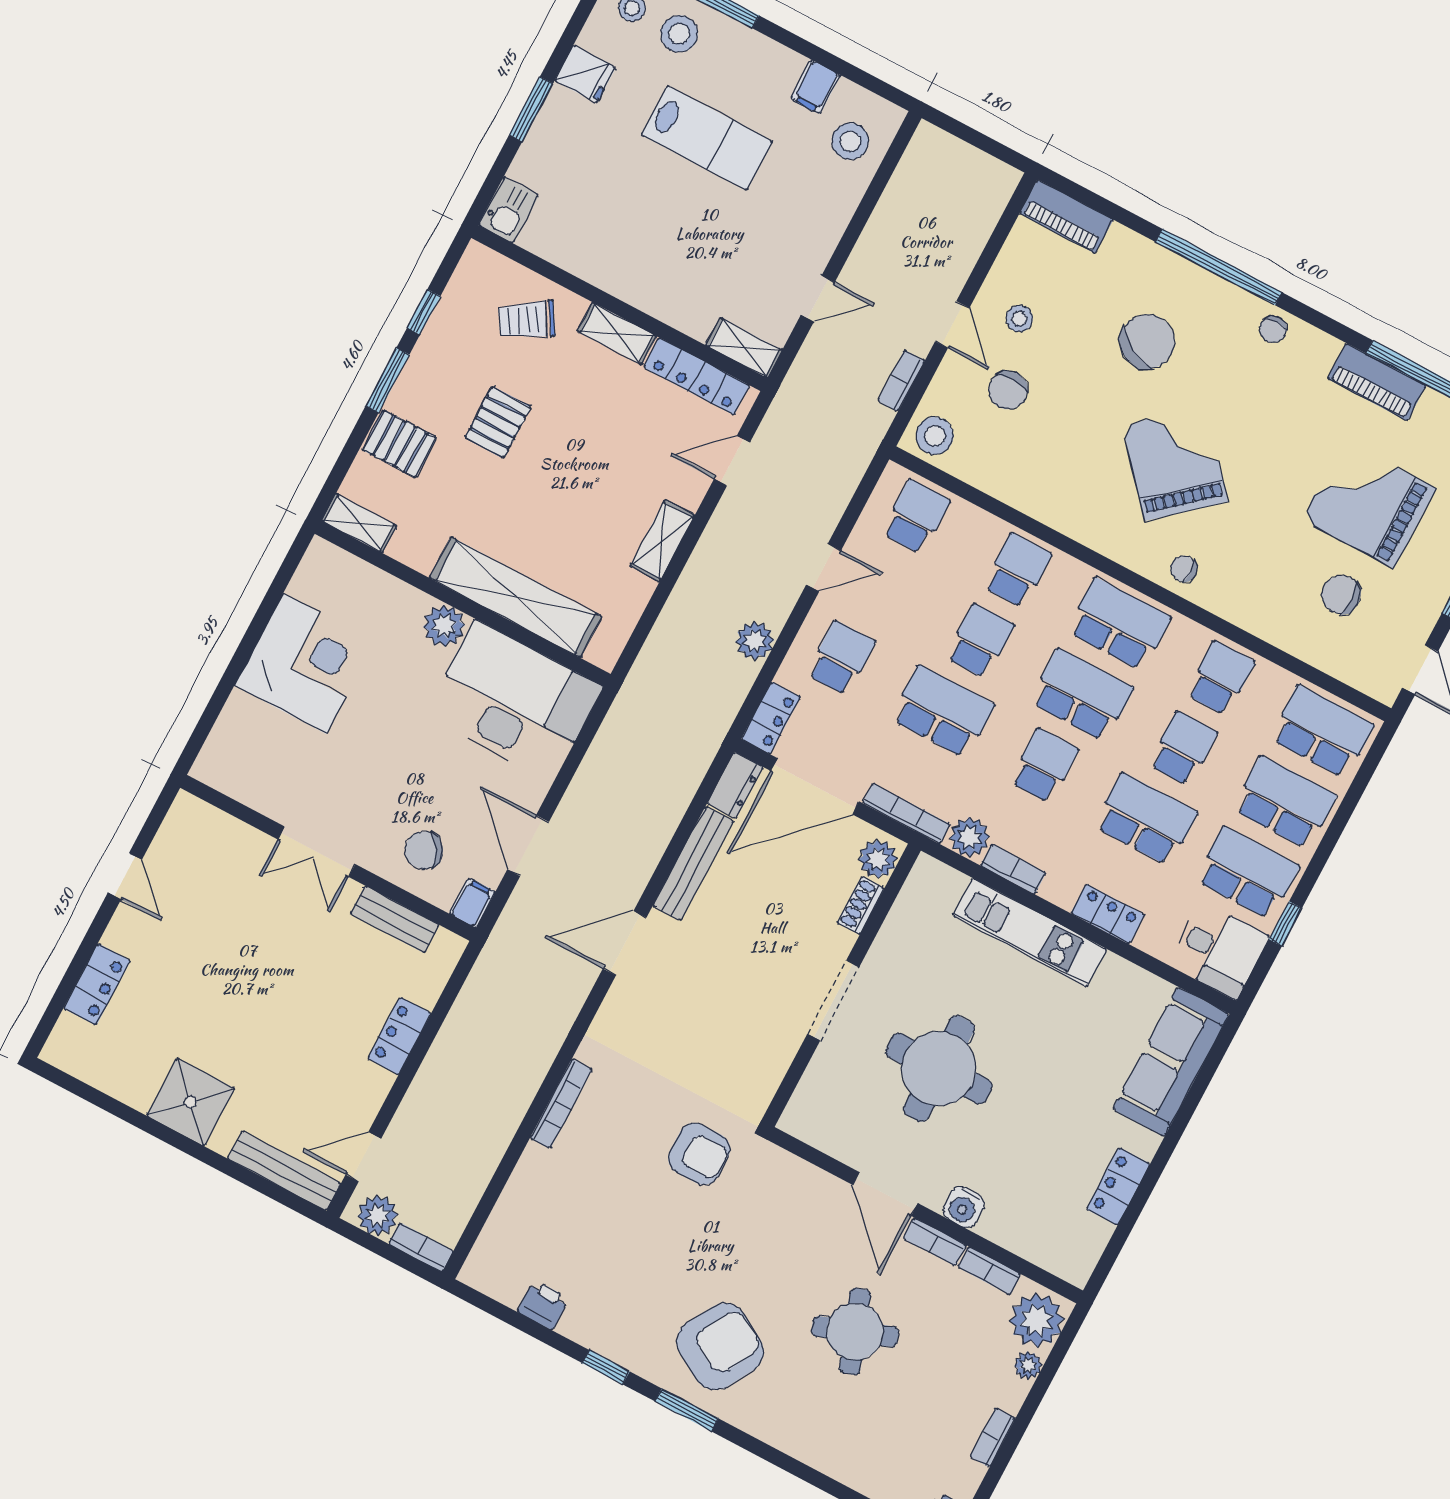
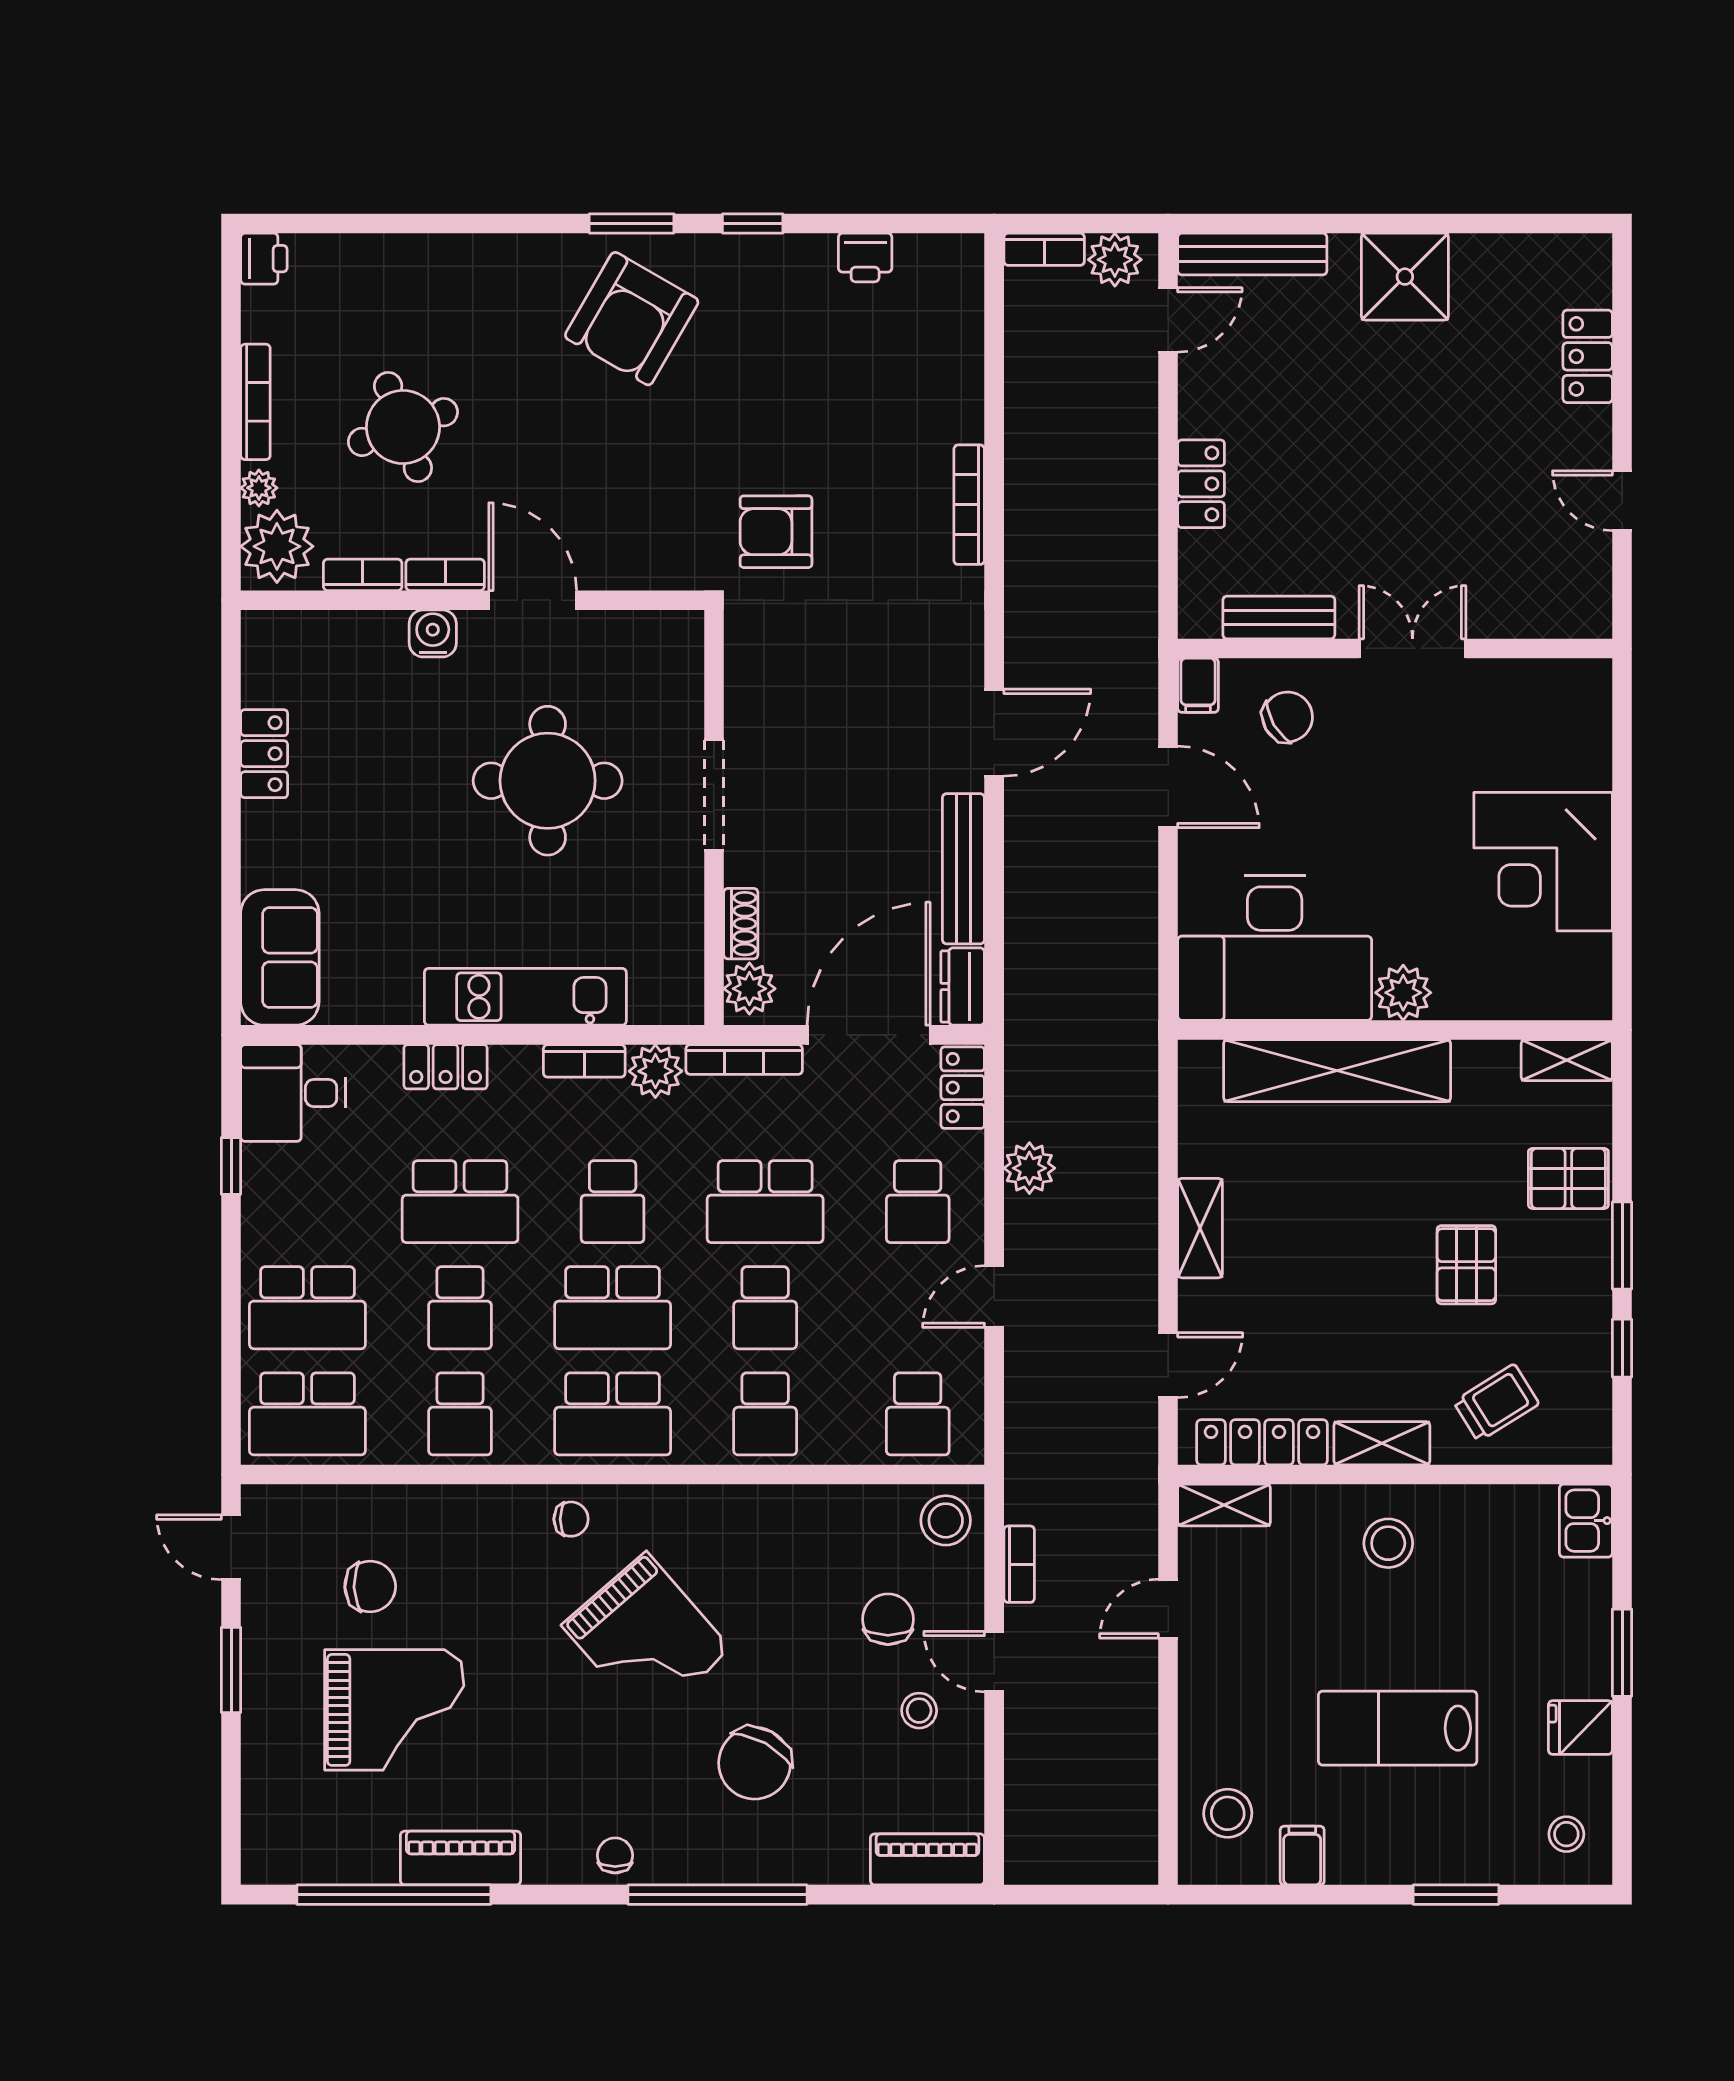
stool: (679, 34) -> (1388, 1543), moved
school desk: (1247, 873) -> (307, 1202), removed
sofa: (1171, 1062) -> (280, 957), width x0.73
round table: (855, 1331) -> (403, 427), moved
bookcase: (993, 1438) -> (255, 402), width x1.56

